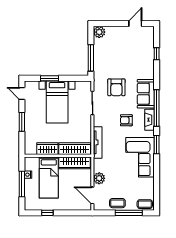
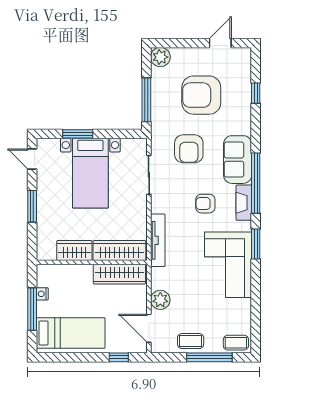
armchair: (124, 55) -> (201, 95), added
bed: (49, 177) -> (71, 333), moved, turned -90
window: (47, 213) -> (119, 357), moved

